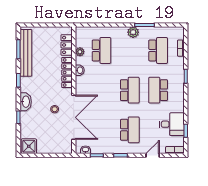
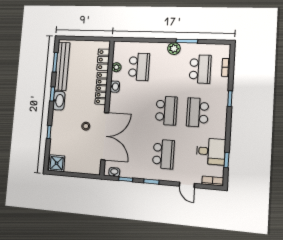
washbasin: (26, 102) -> (59, 101), moved
door: (153, 155) -> (187, 185), swing flipped

